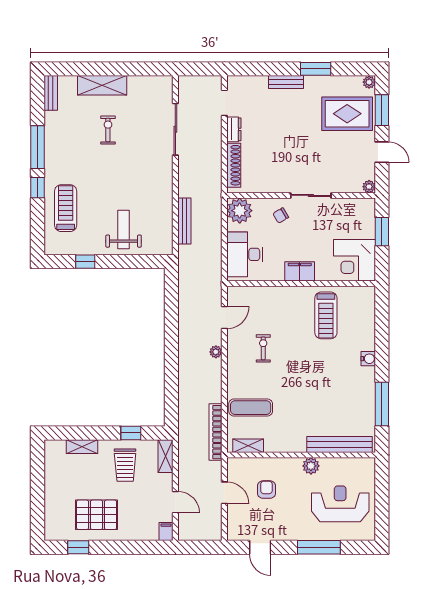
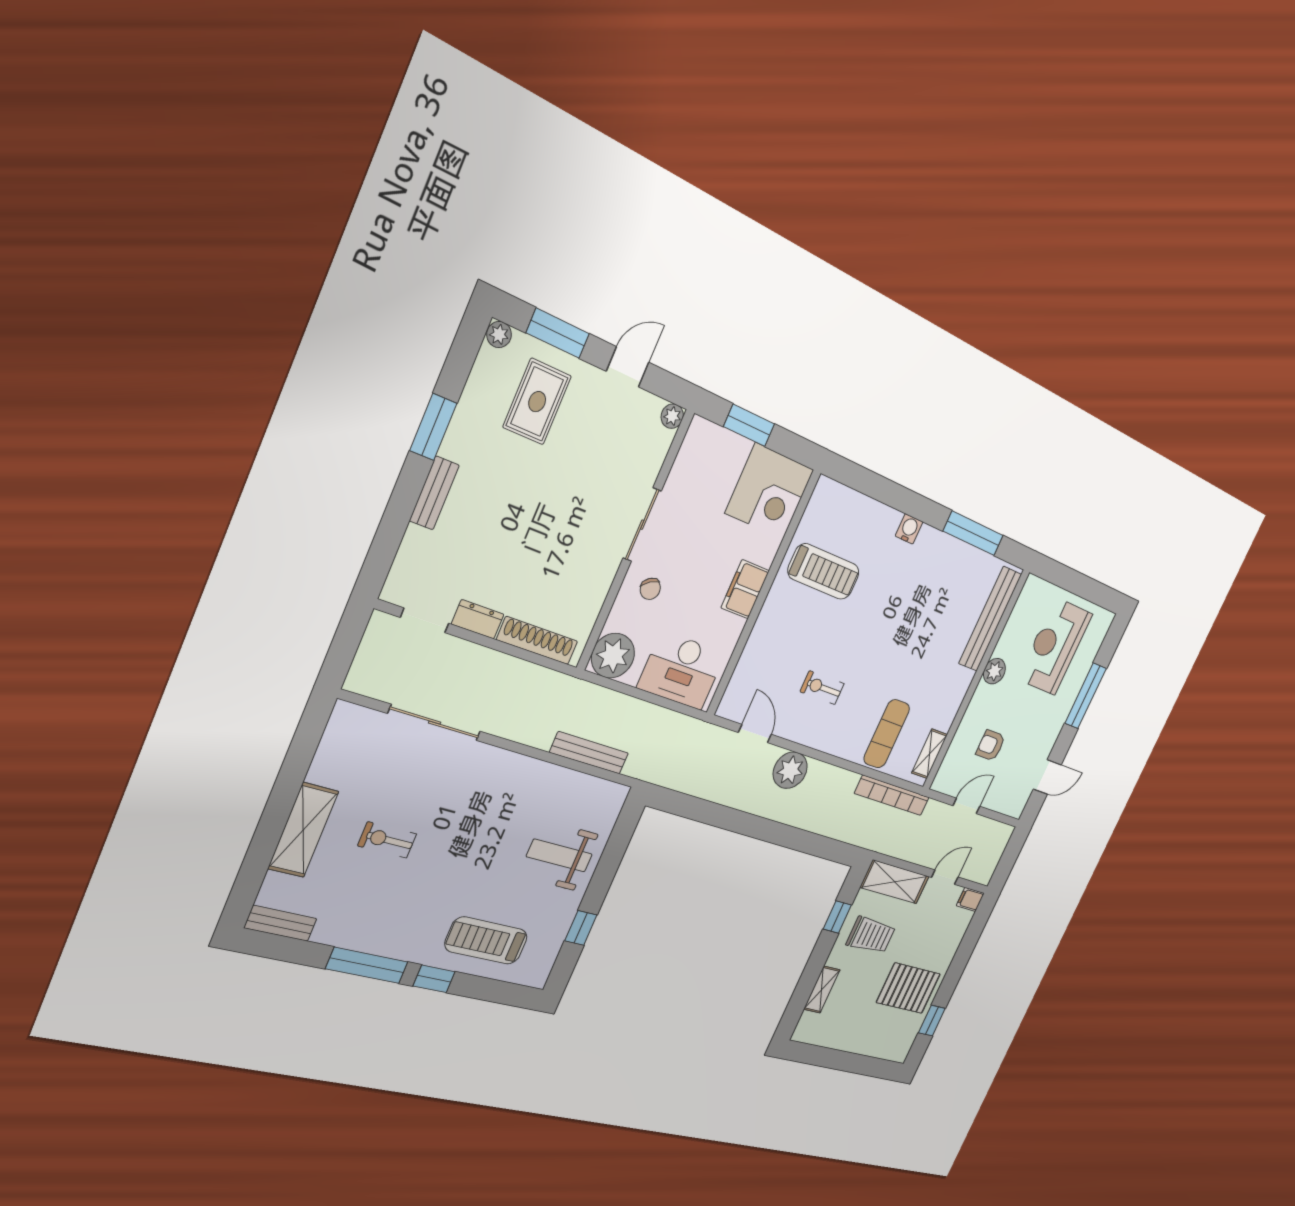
rug: (347, 114) -> (537, 402), width x0.73, depth x0.70
plant: (216, 352) -> (790, 770), width x1.88, depth x1.88
shelving: (166, 456) -> (895, 882), width x1.50, depth x1.33
pallet: (97, 515) -> (908, 988), turned 90

